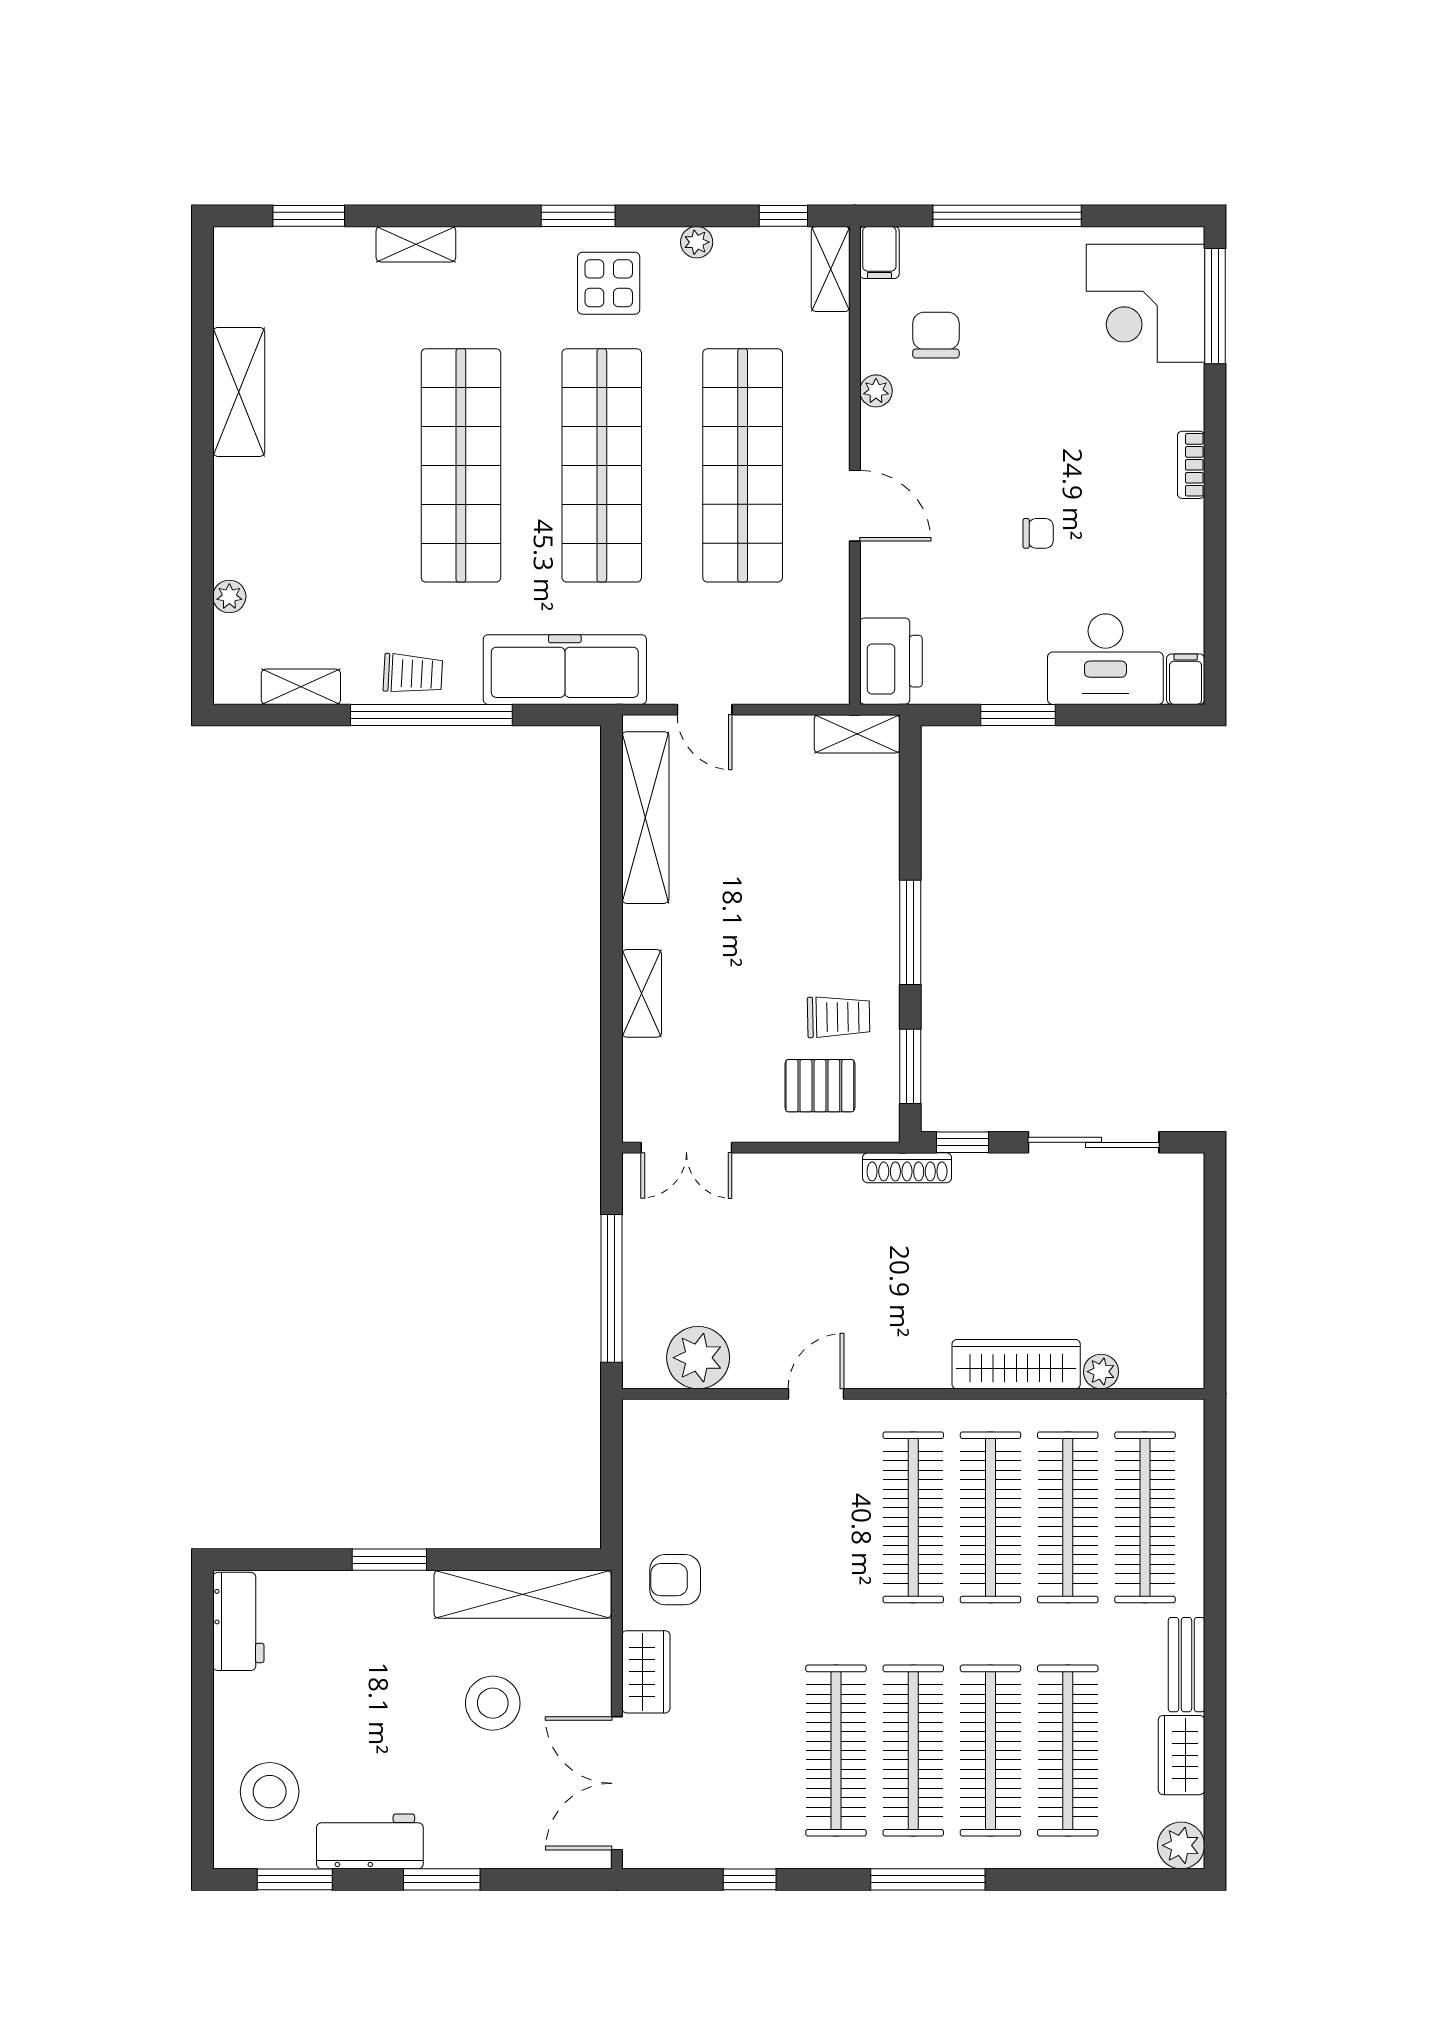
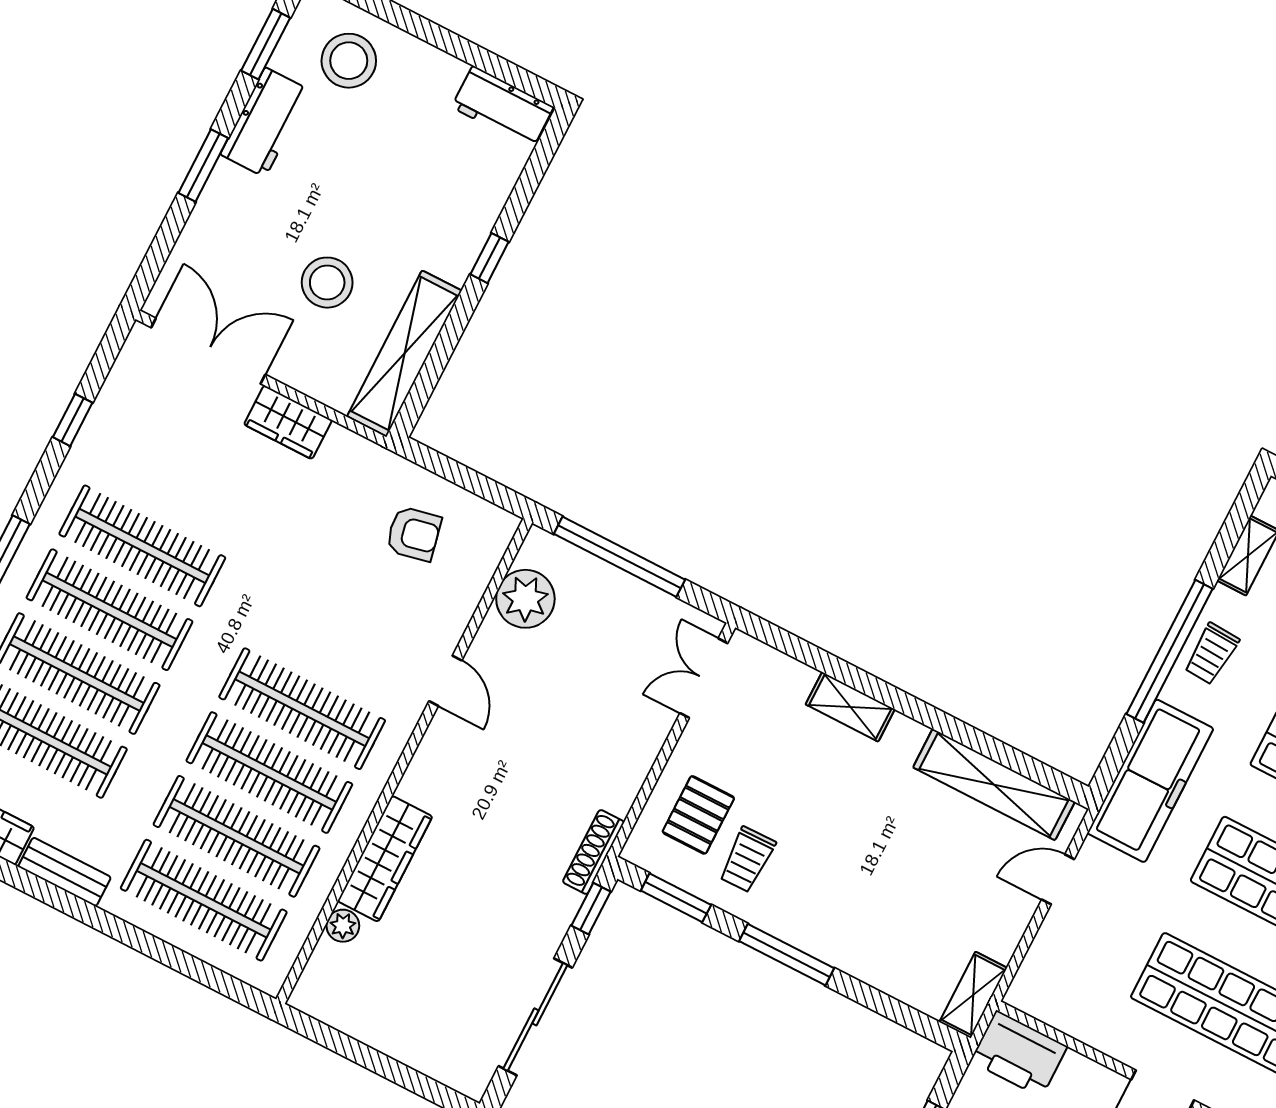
window: (389, 1560) -> (490, 258), width x0.67
armchair: (675, 1580) -> (414, 534), moved, turned 78

